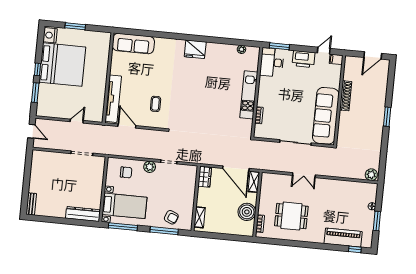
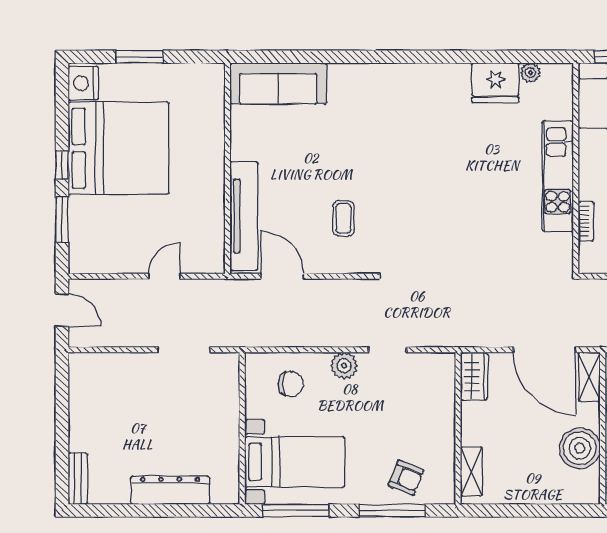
fridge: (195, 49) -> (495, 83), moved
dresser: (83, 214) -> (170, 490), moved

